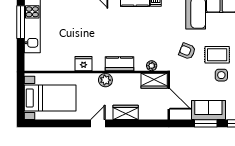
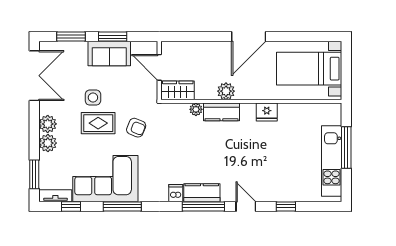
window: (21, 22) -> (346, 147), moved
plant: (152, 66) -> (196, 109), moved
plant: (105, 80) -> (226, 91), moved
wardrobe: (126, 112) -> (214, 50), removed
door: (98, 123) -> (249, 37), width x1.88

